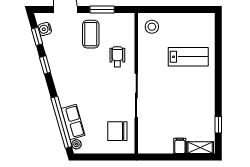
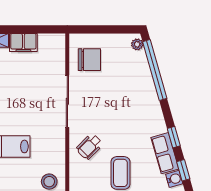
wheelchair: (117, 57) -> (89, 147), turned 45
row of seats: (73, 122) -> (165, 153), moved
filing cabinet: (180, 146) -> (23, 43), width x2.00

